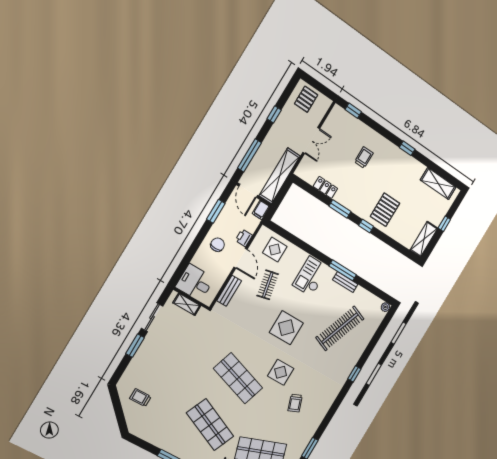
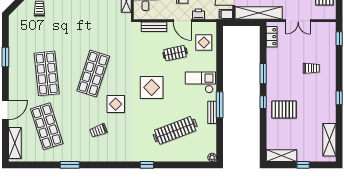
locker: (325, 187) -> (272, 37), moved
door: (240, 258) -> (182, 21), hinge flipped
clothes rail: (340, 328) -> (175, 130), turned -42
shop shelf: (210, 425) -> (47, 73), turned -30

